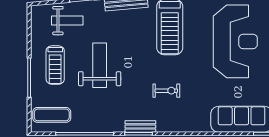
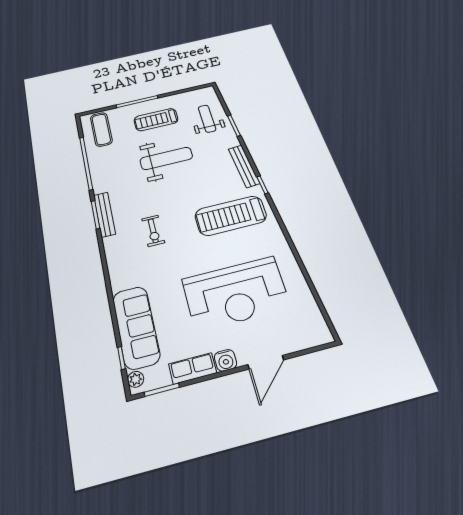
weight bench: (67, 21) -> (207, 119), turned 180
bench: (140, 126) -> (104, 214), width x1.36

